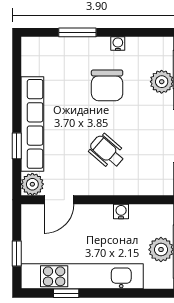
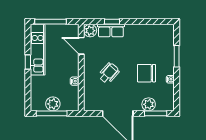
row of seats: (32, 124) -> (111, 31), width x0.50
window: (17, 254) -> (51, 22), width x2.17
kitchen unit: (82, 276) -> (38, 50), width x0.73
window: (66, 293) -> (28, 62), moved

